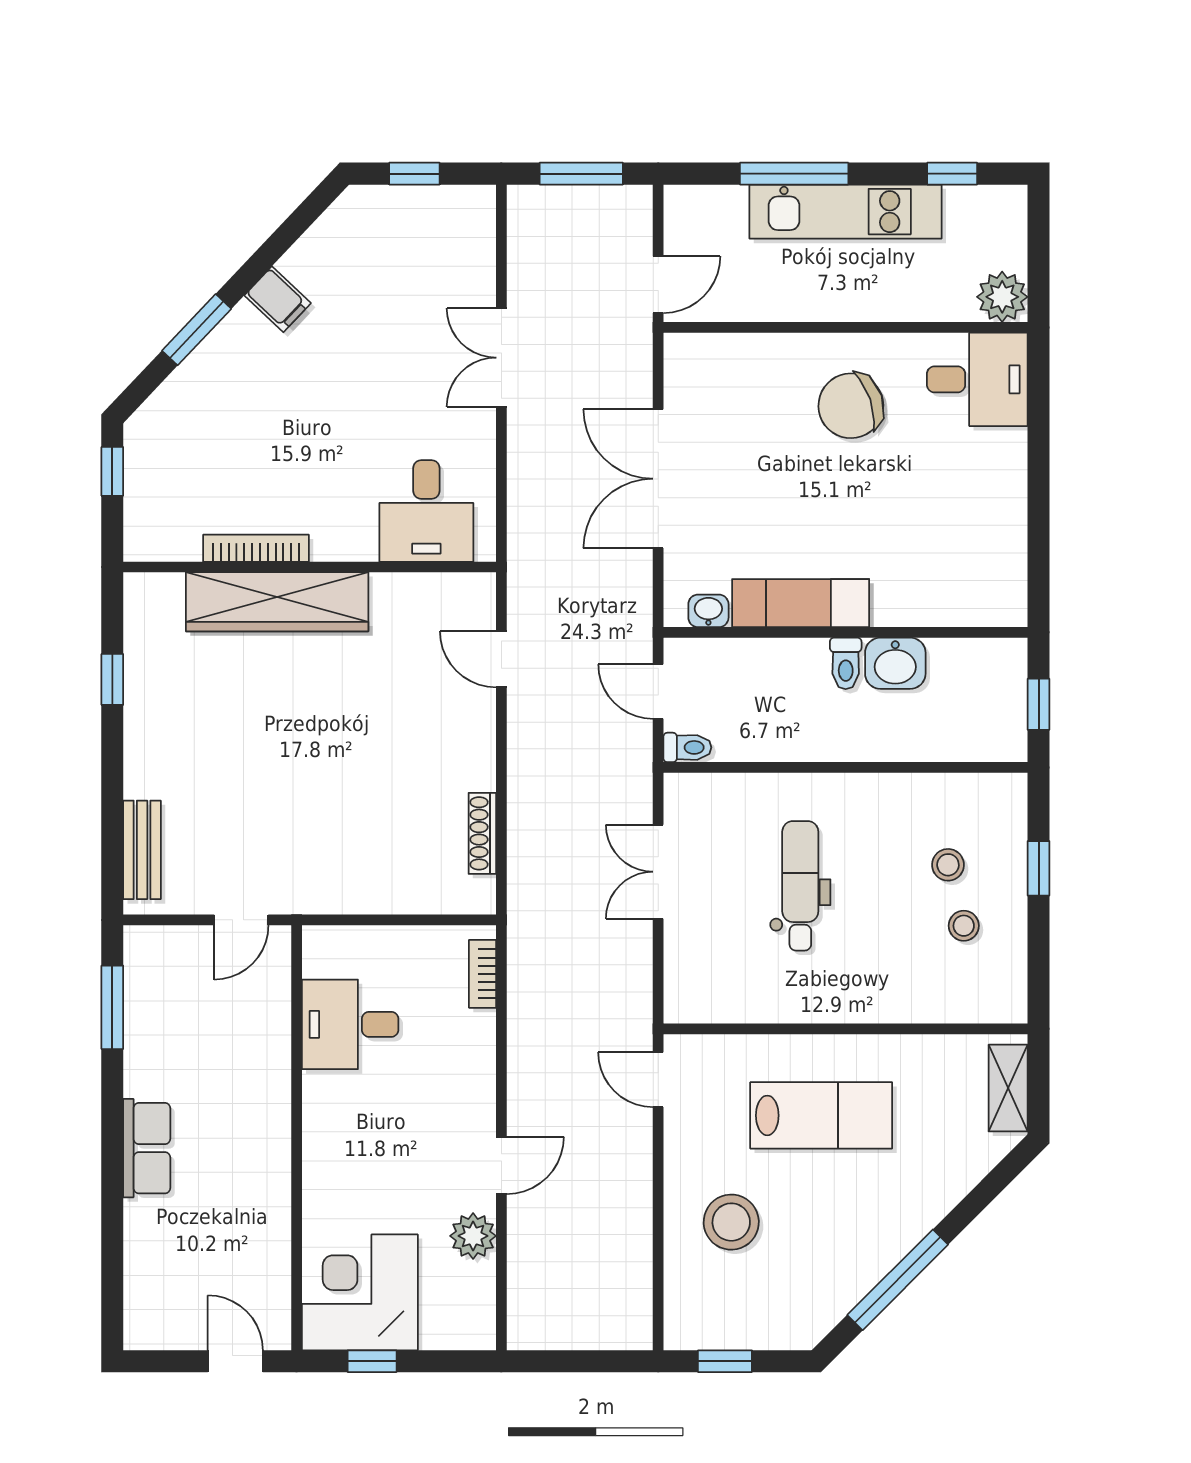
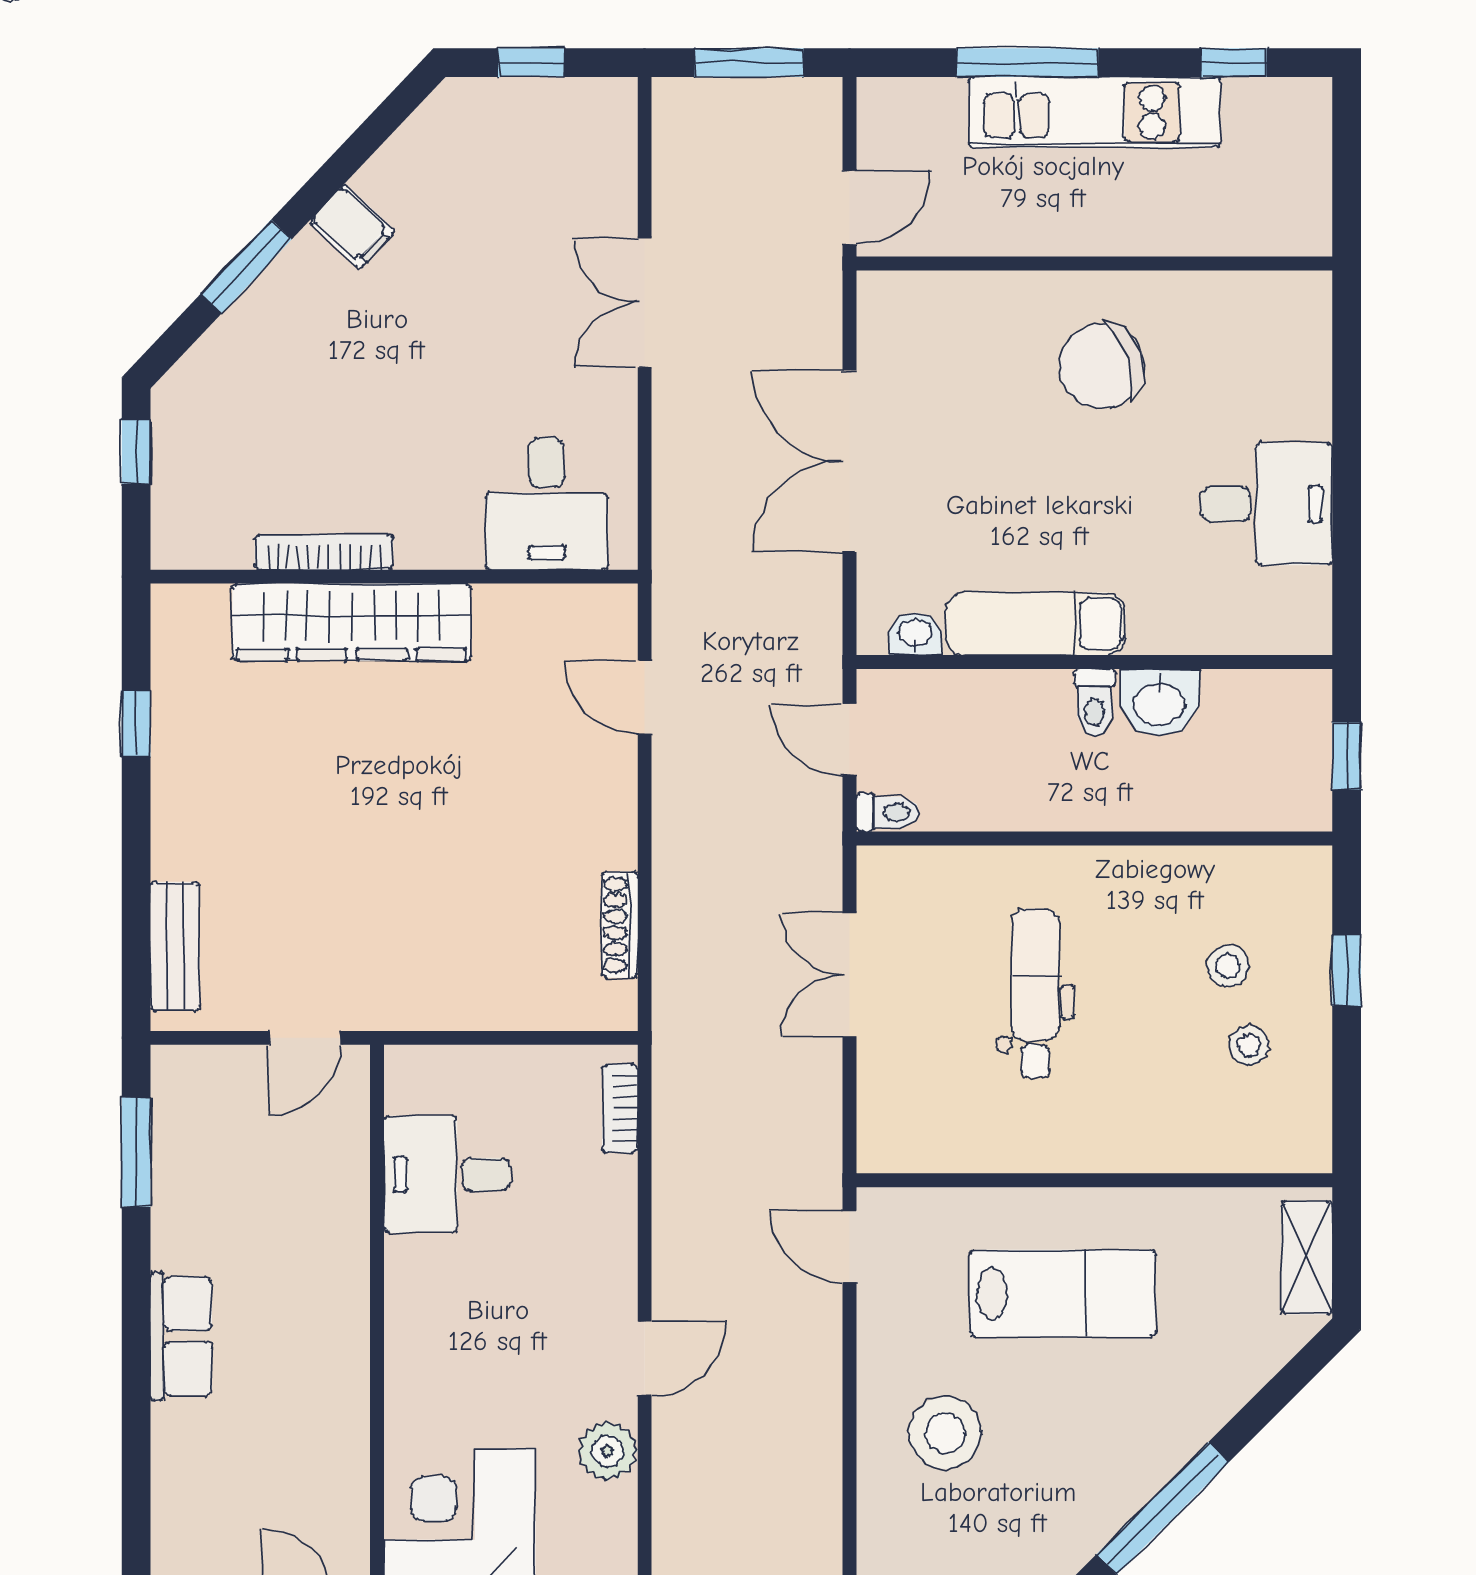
plant: (1002, 297) -> (1299, 224), removed
desk: (977, 379) -> (1267, 504), moved

